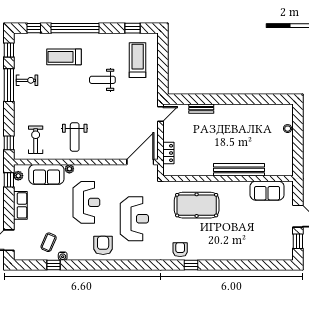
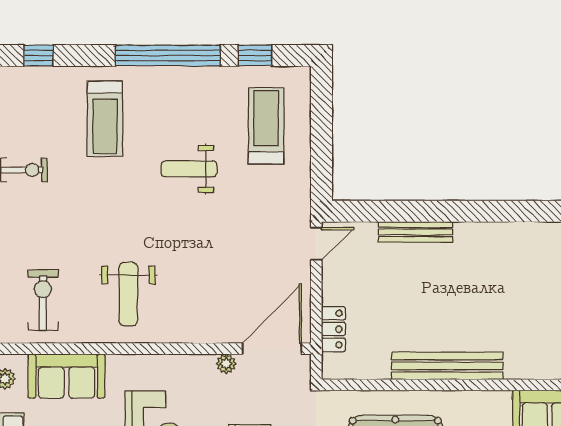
window: (75, 28) -> (168, 56), moved
treadmill: (64, 57) -> (105, 119), turned -90
bench: (201, 109) -> (415, 232), width x1.36
plant: (69, 169) -> (226, 364), moved
bench: (239, 170) -> (447, 366), moved

